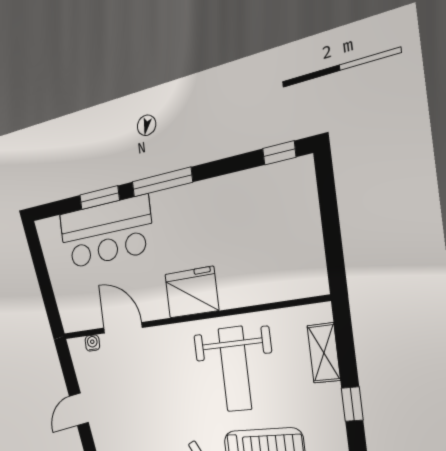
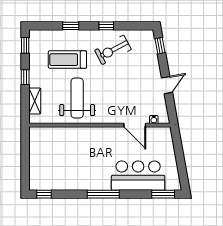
window: (99, 198) -> (163, 194), moved
fridge: (192, 292) -> (95, 138), removed

